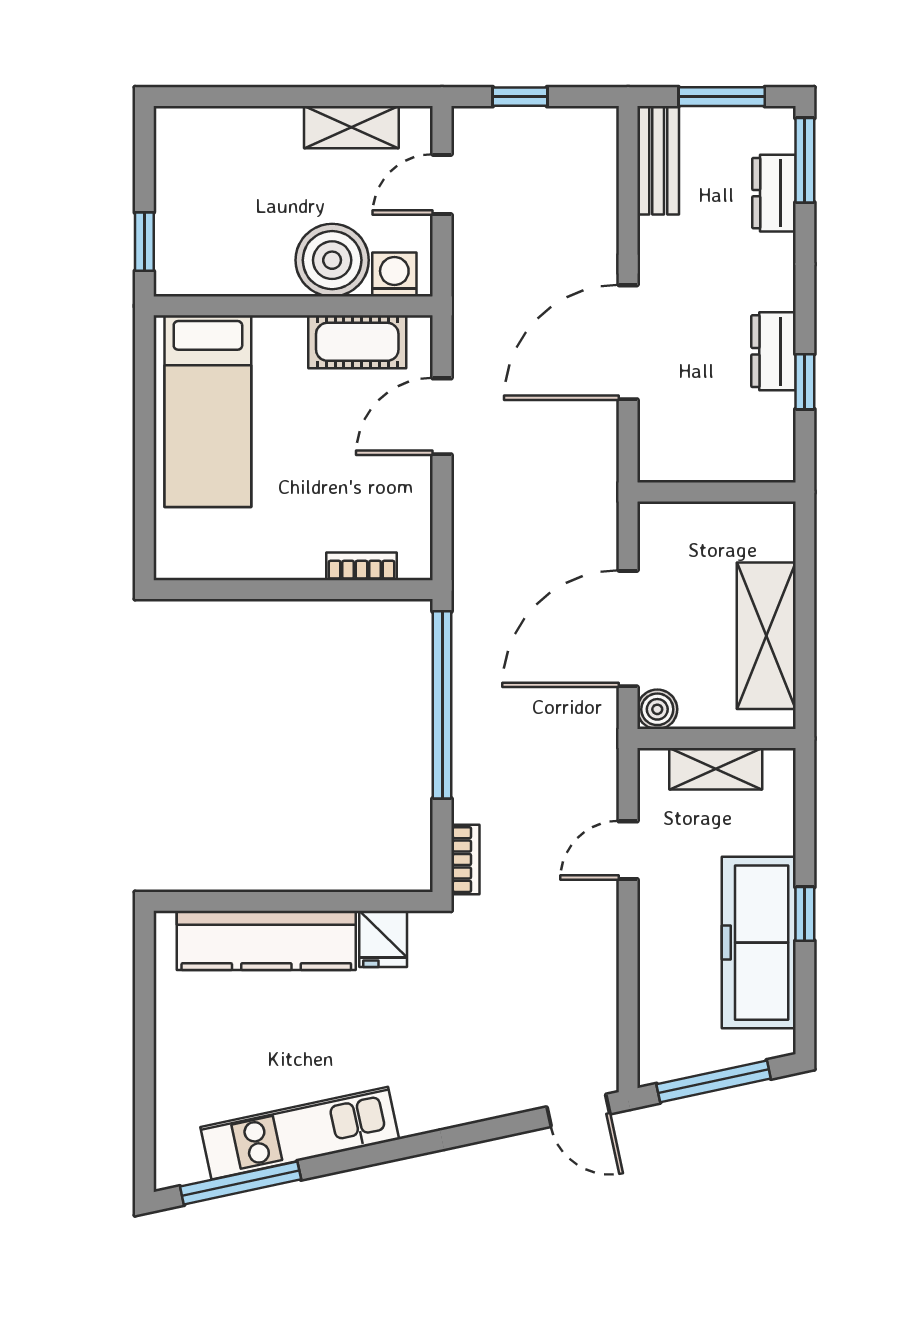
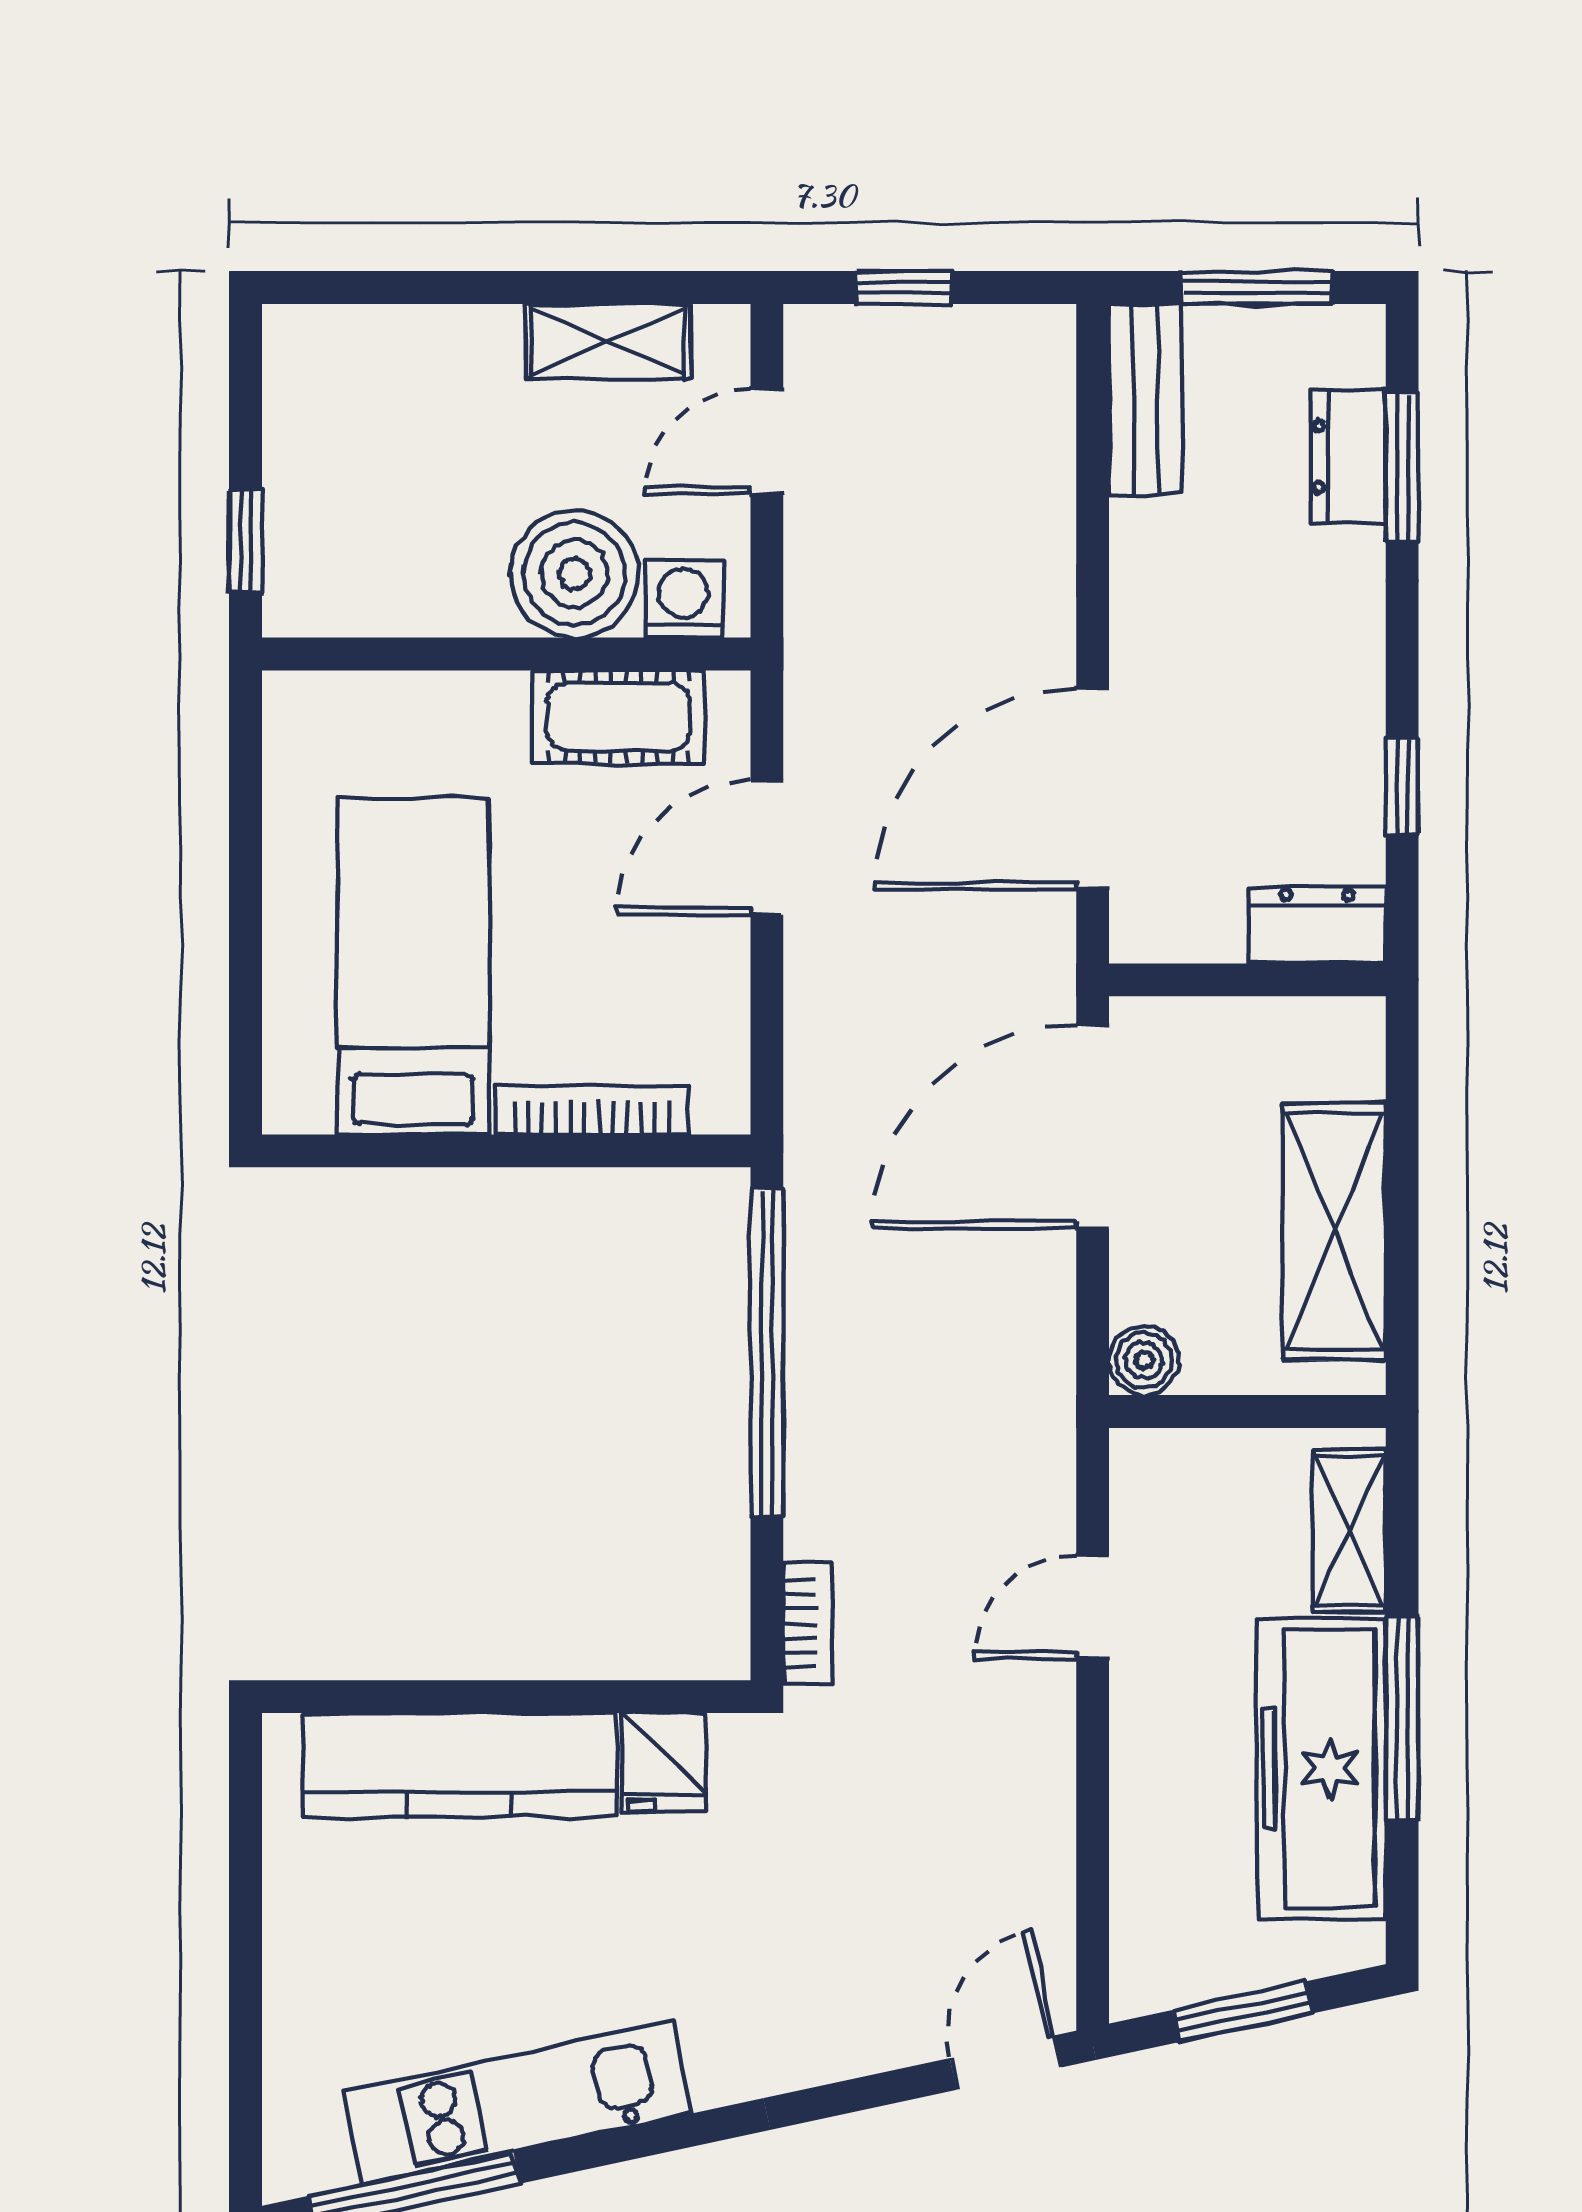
window: (805, 160) -> (1402, 467), moved
door: (628, 342) -> (1093, 789), moved
dresser: (774, 351) -> (1317, 925), moved, turned 90
bed: (208, 411) -> (413, 966), moved, turned 180
bookcase: (361, 566) -> (591, 1110), width x1.56
door: (628, 629) -> (1093, 1127), moved
shelving: (716, 769) -> (1349, 1531), moved, turned 90
window: (805, 914) -> (1402, 1719), width x2.17
window: (714, 1081) -> (1242, 2012), width x0.69
door: (578, 1110) -> (1006, 2063), swing flipped

